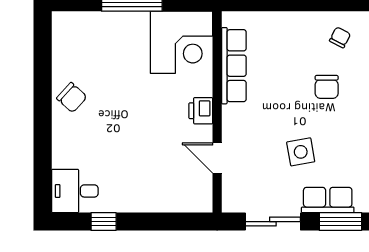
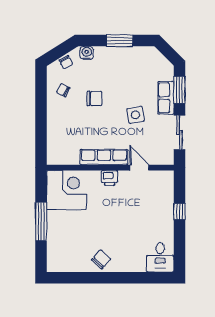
row of seats: (234, 66) -> (104, 157), moved
door: (217, 158) -> (139, 168), swing flipped
window: (104, 222) -> (179, 211), moved

